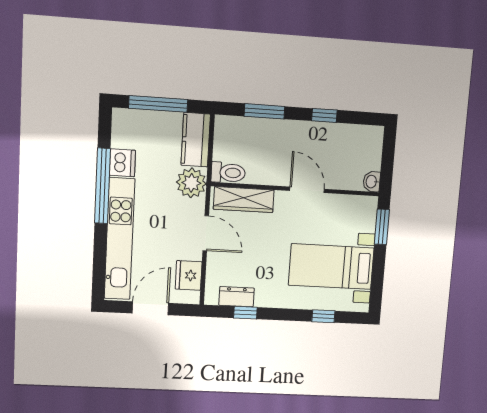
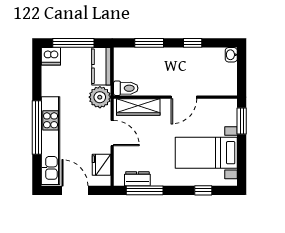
dishwasher: (122, 163) -> (51, 56), moved, turned 90
washbasin: (372, 182) -> (231, 55), moved
window: (102, 186) -> (37, 128), moved
door: (307, 190) -> (184, 97), swing flipped
door: (150, 308) -> (75, 190), hinge flipped
window: (245, 313) -> (145, 190), width x2.17

